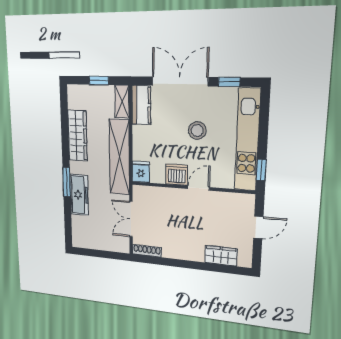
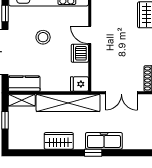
wardrobe: (78, 136) -> (59, 141), width x0.67
window: (67, 182) -> (93, 153), width x0.67

